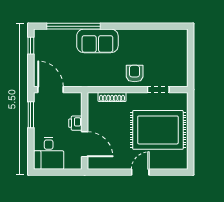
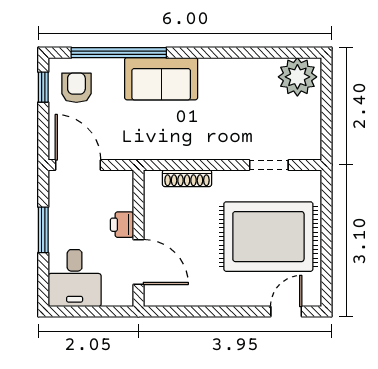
plant: (174, 40) -> (297, 77), added
armchair: (135, 73) -> (76, 88), moved
window: (31, 115) -> (43, 230), moved
door: (140, 172) -> (286, 312), moved

